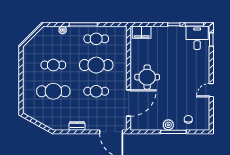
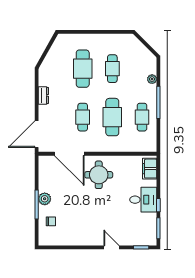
desk: (197, 38) -> (143, 200), moved
door: (211, 90) -> (111, 247), moved

